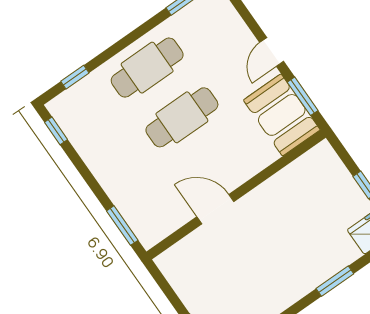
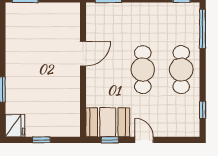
window: (75, 77) -> (203, 29), width x2.17
window: (303, 96) -> (110, 140), width x0.67

